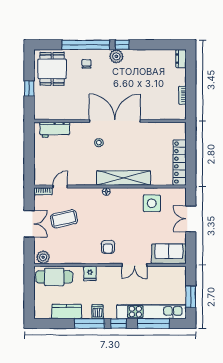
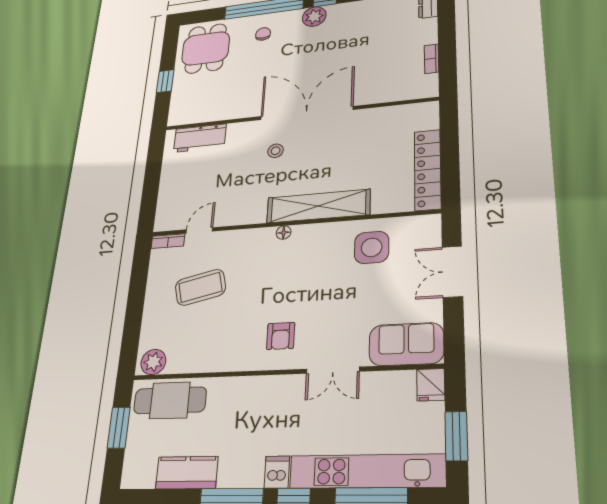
double door: (29, 224) -> (136, 300), removed
fridge: (90, 273) -> (431, 385), moved
window: (29, 290) -> (119, 428), added
dishwasher: (97, 312) -> (277, 472), moved

